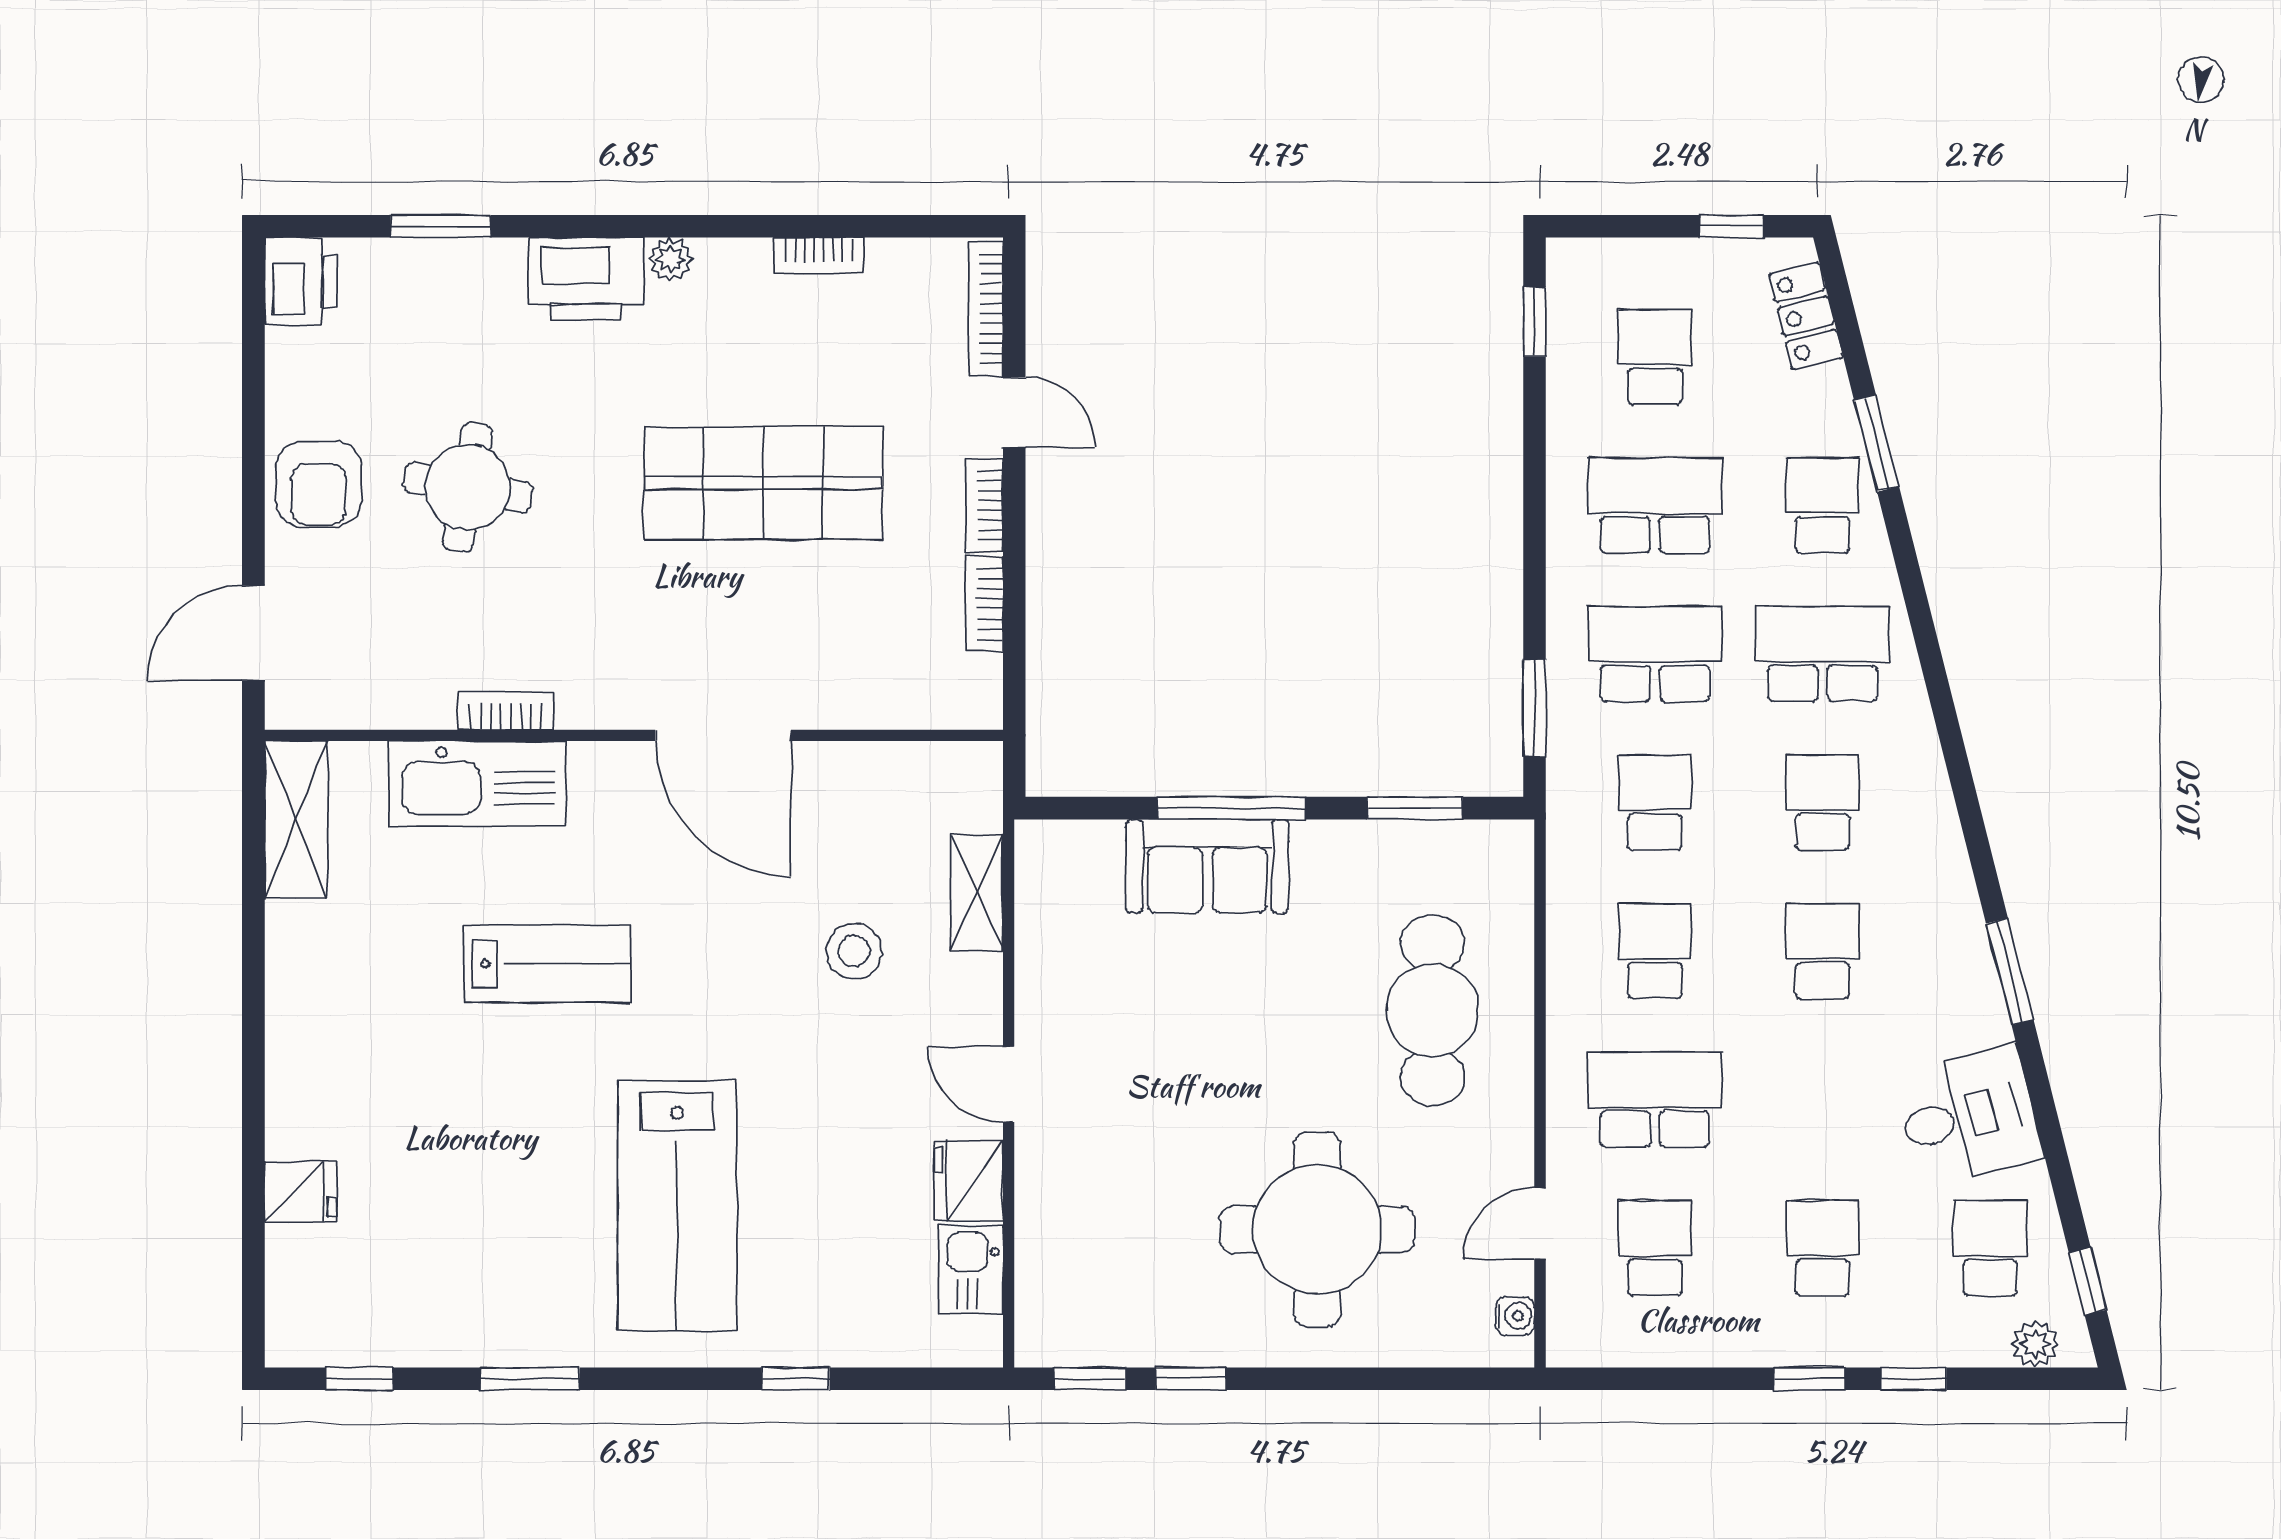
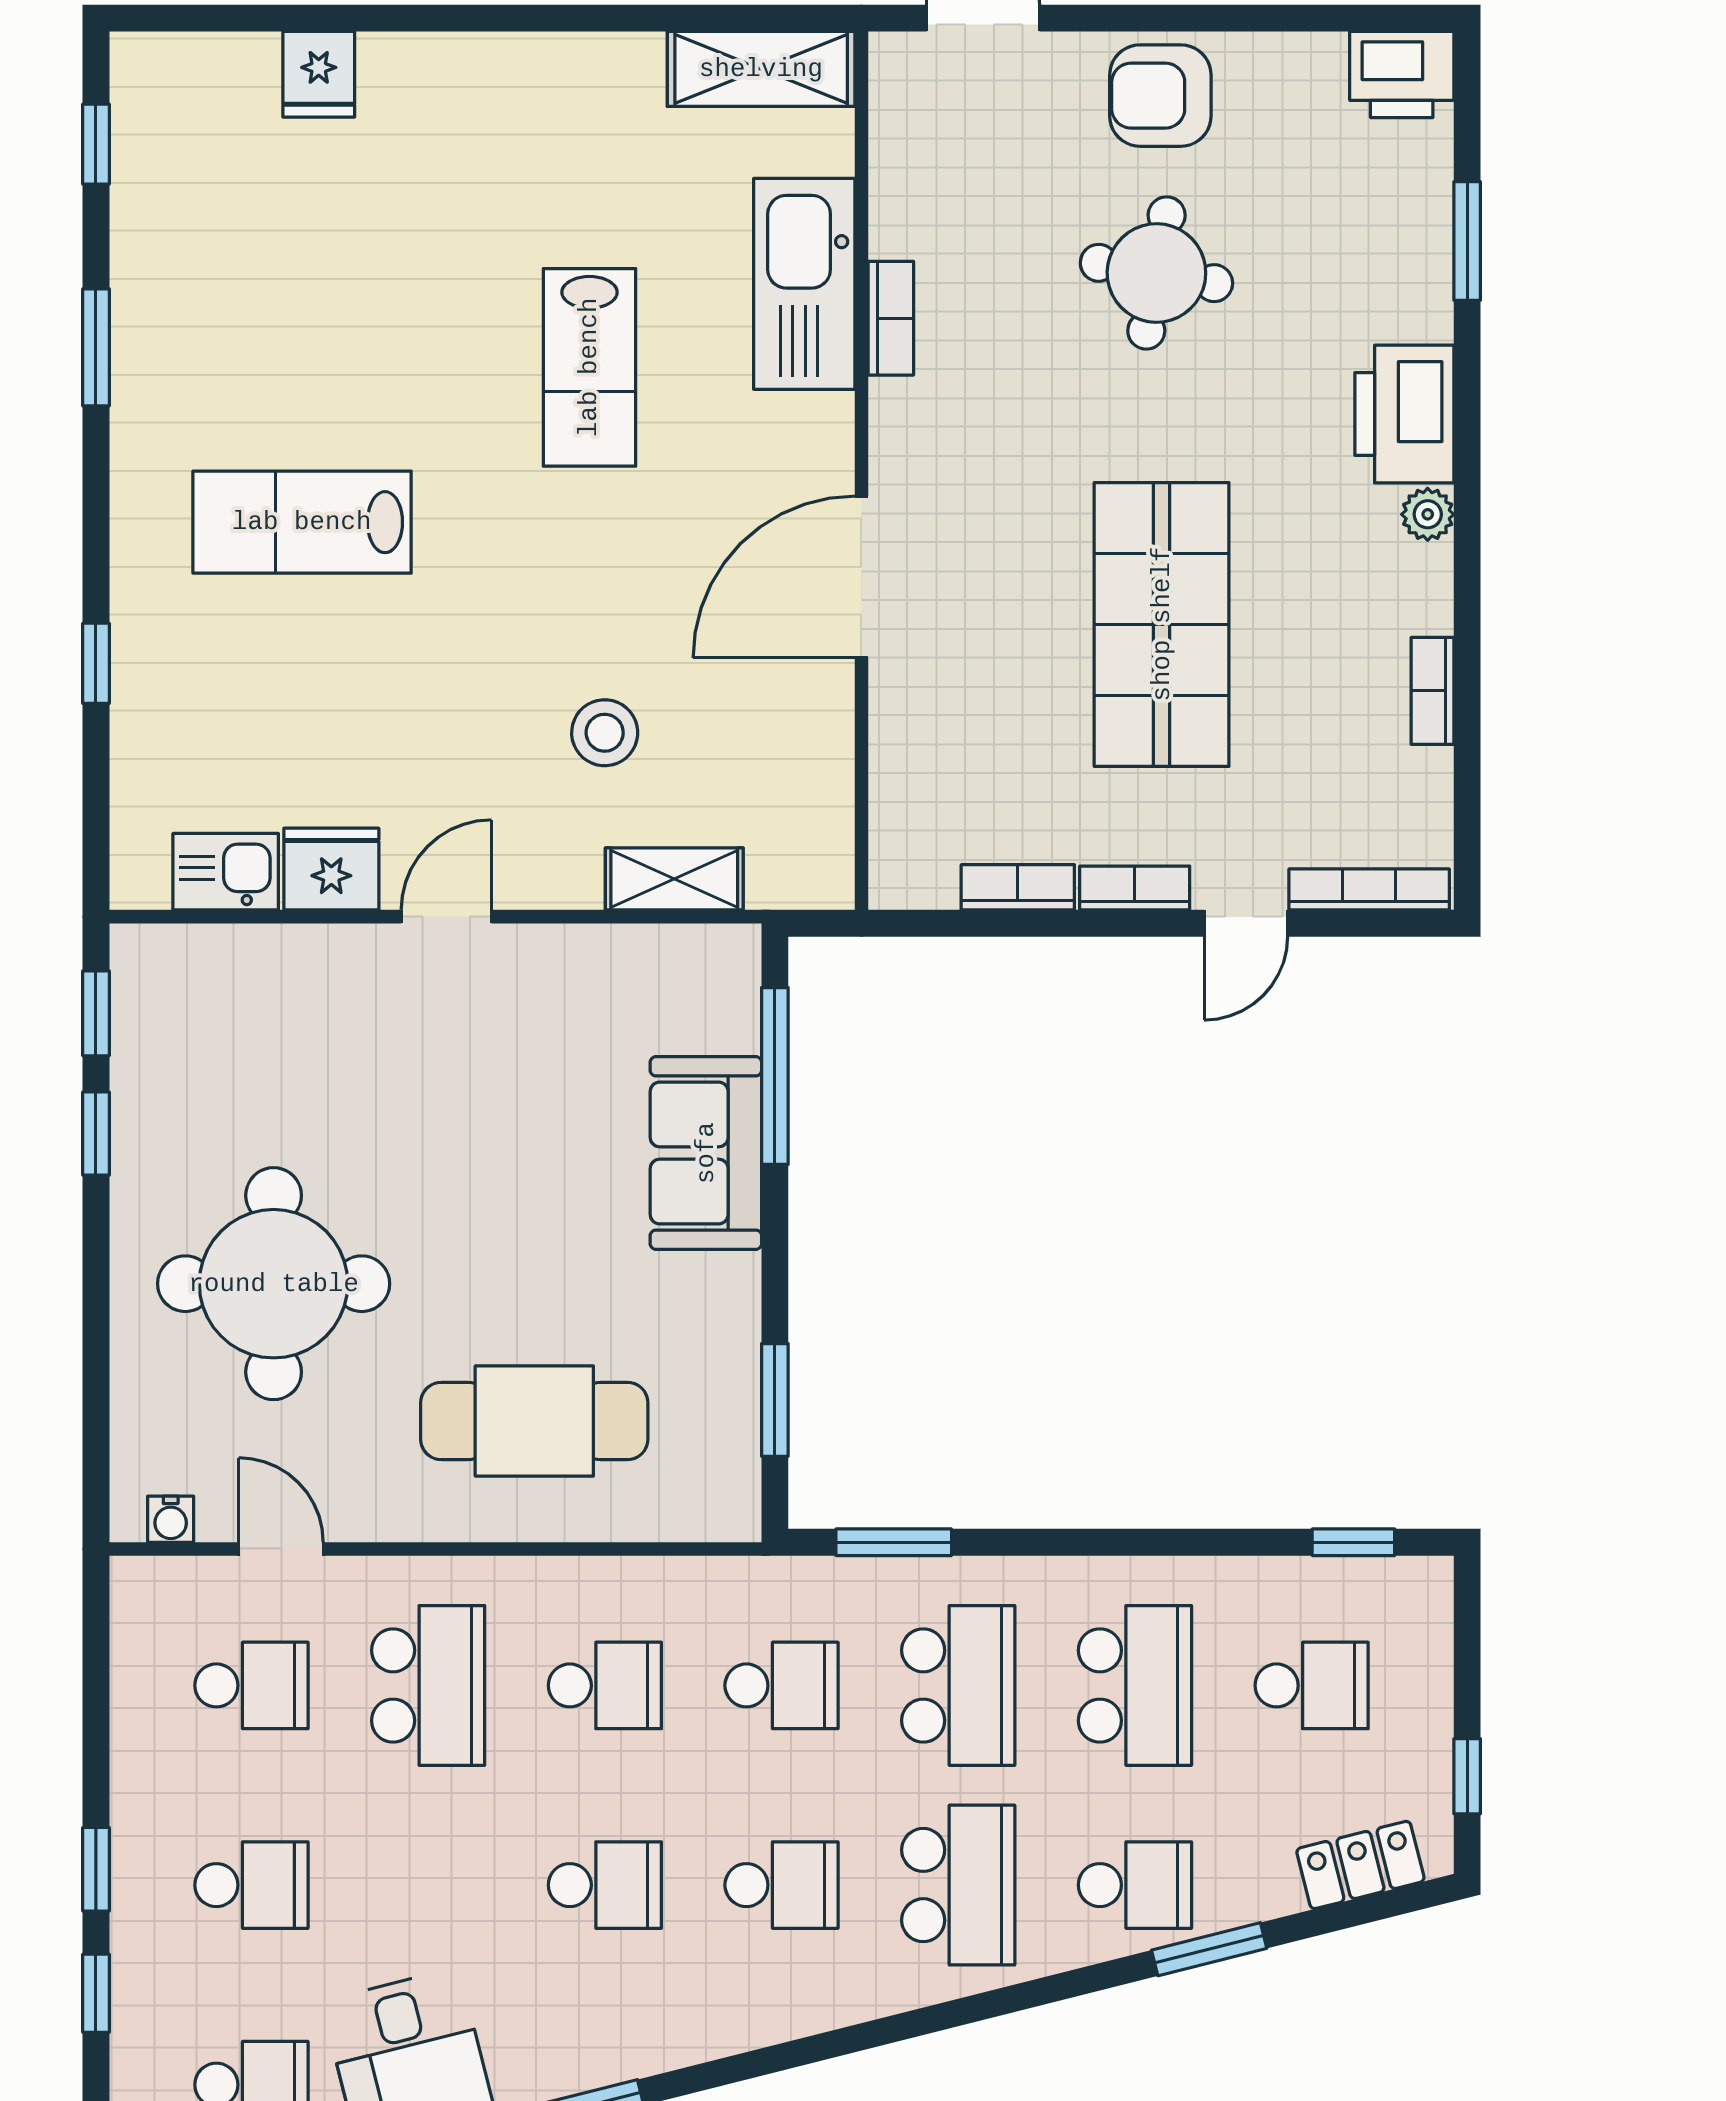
window: (1232, 808) -> (775, 1076), moved
lab bench: (677, 1206) -> (302, 522), width x0.73, depth x0.72

